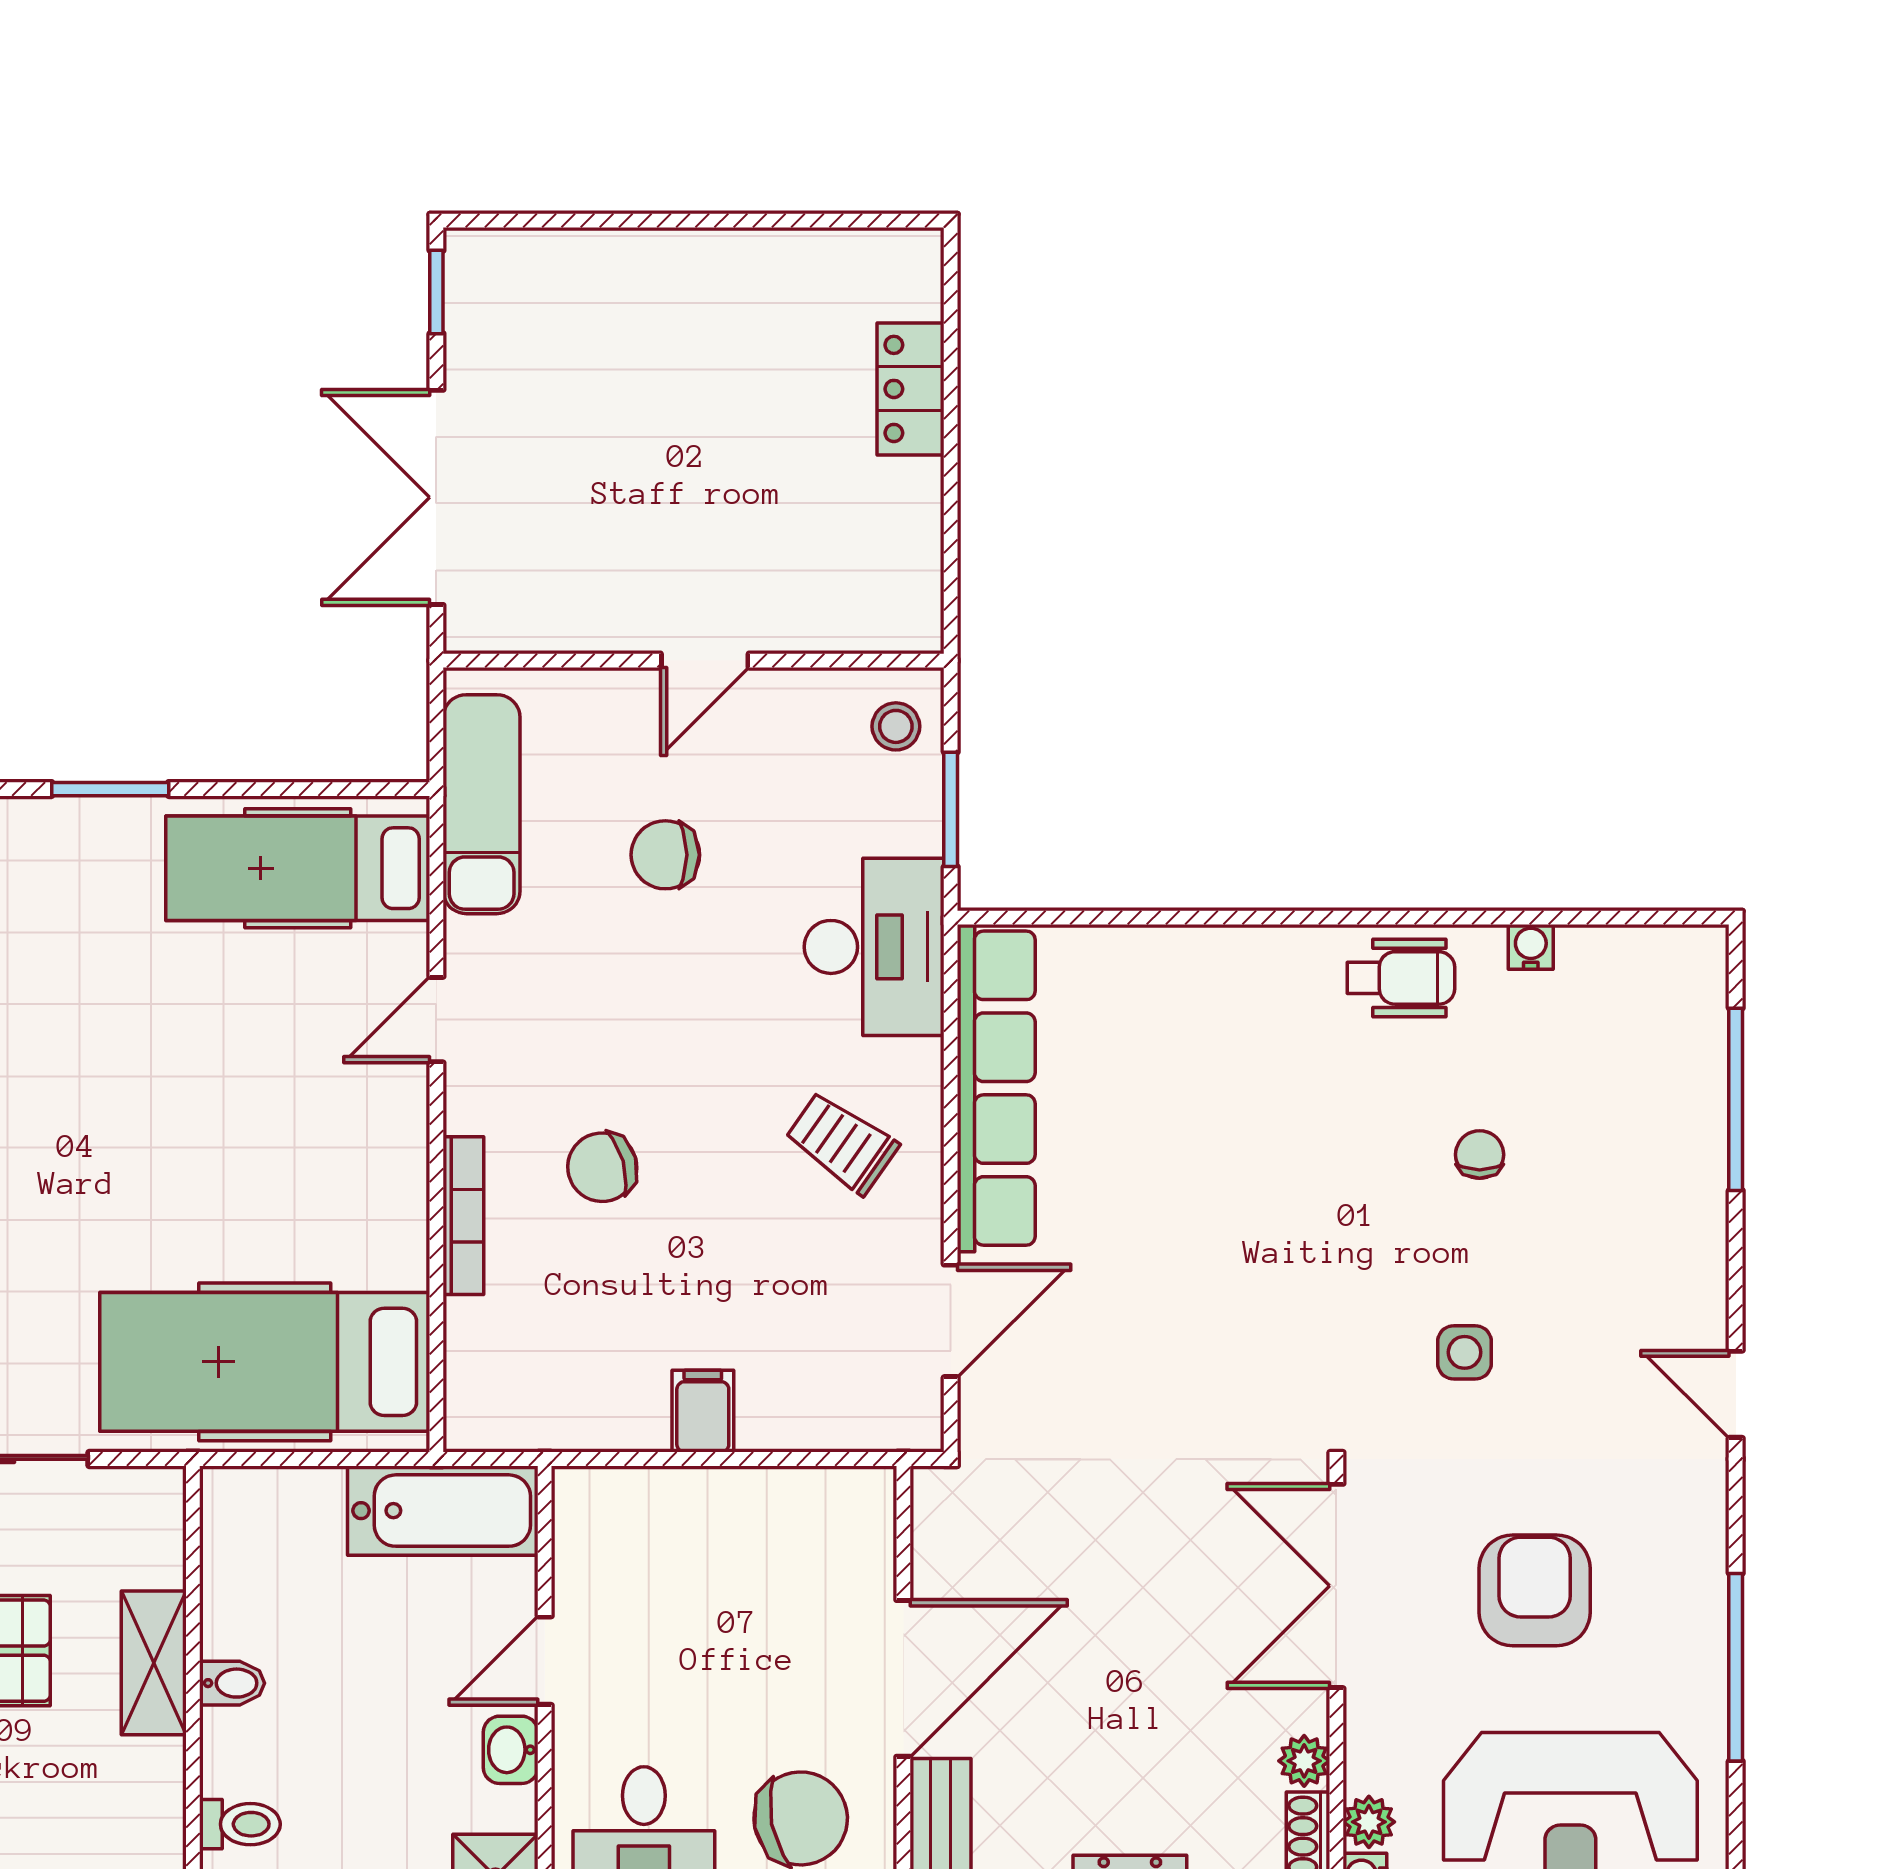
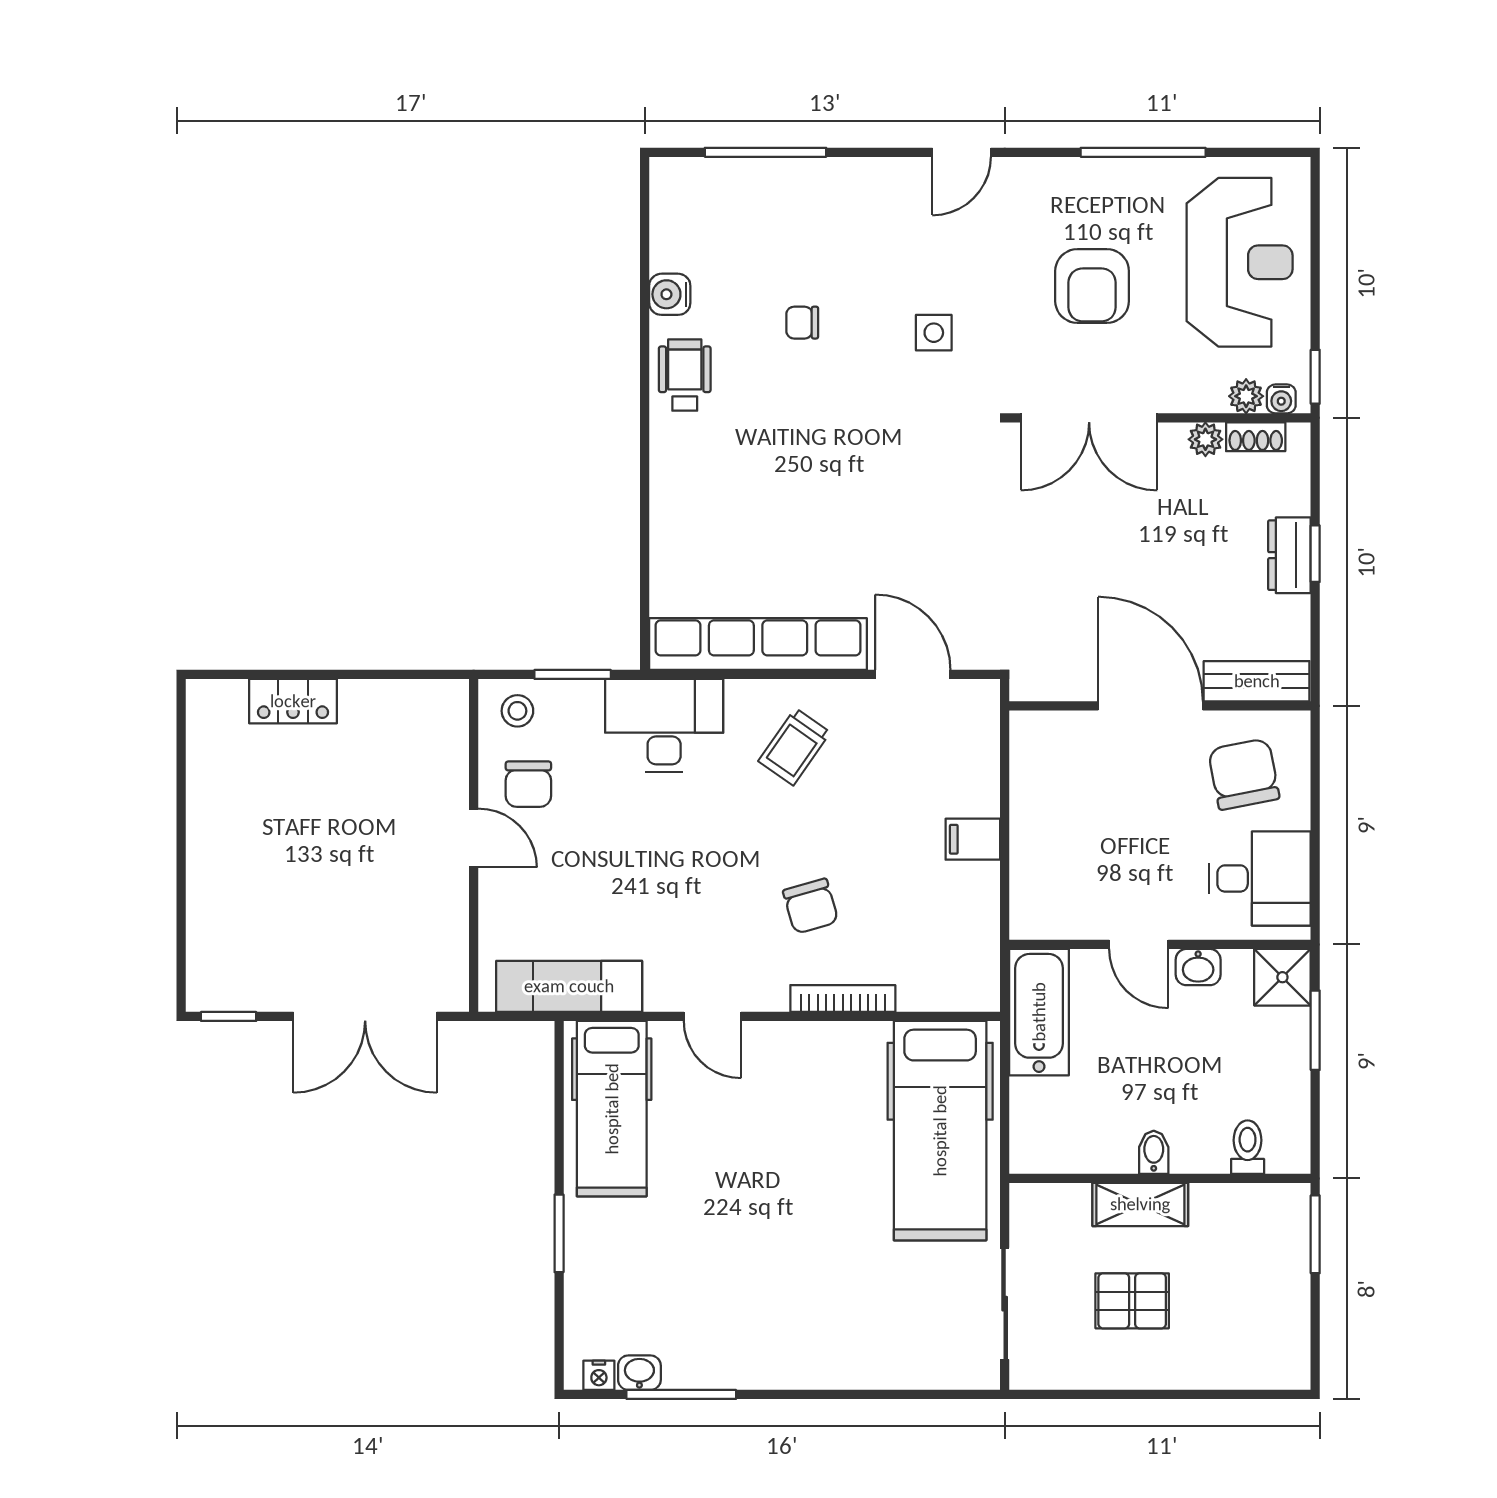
chair: (665, 855) -> (528, 784), moved
water cooler: (1531, 947) -> (670, 294), width x1.38, depth x1.38
armchair: (1535, 1590) -> (1092, 286), turned -90

